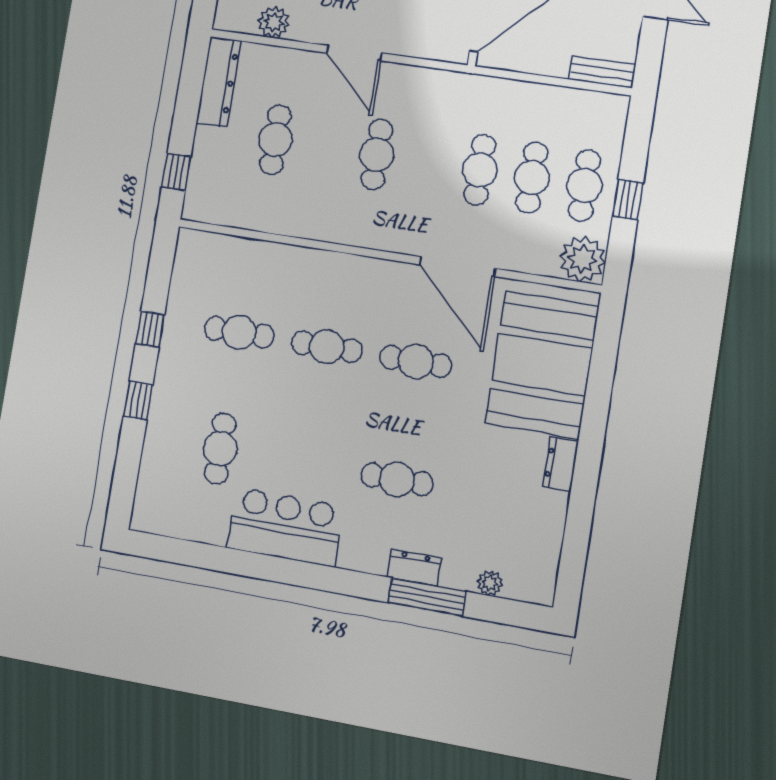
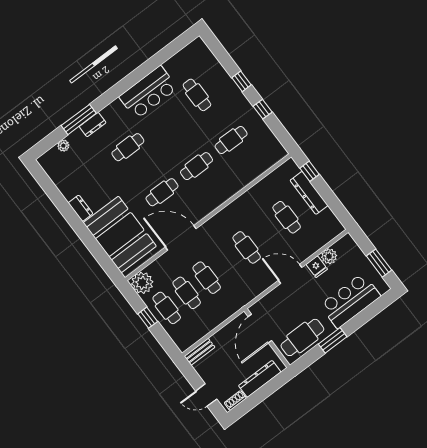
fridge: (306, 25) -> (317, 267), added
dresser: (219, 82) -> (309, 193), moved

